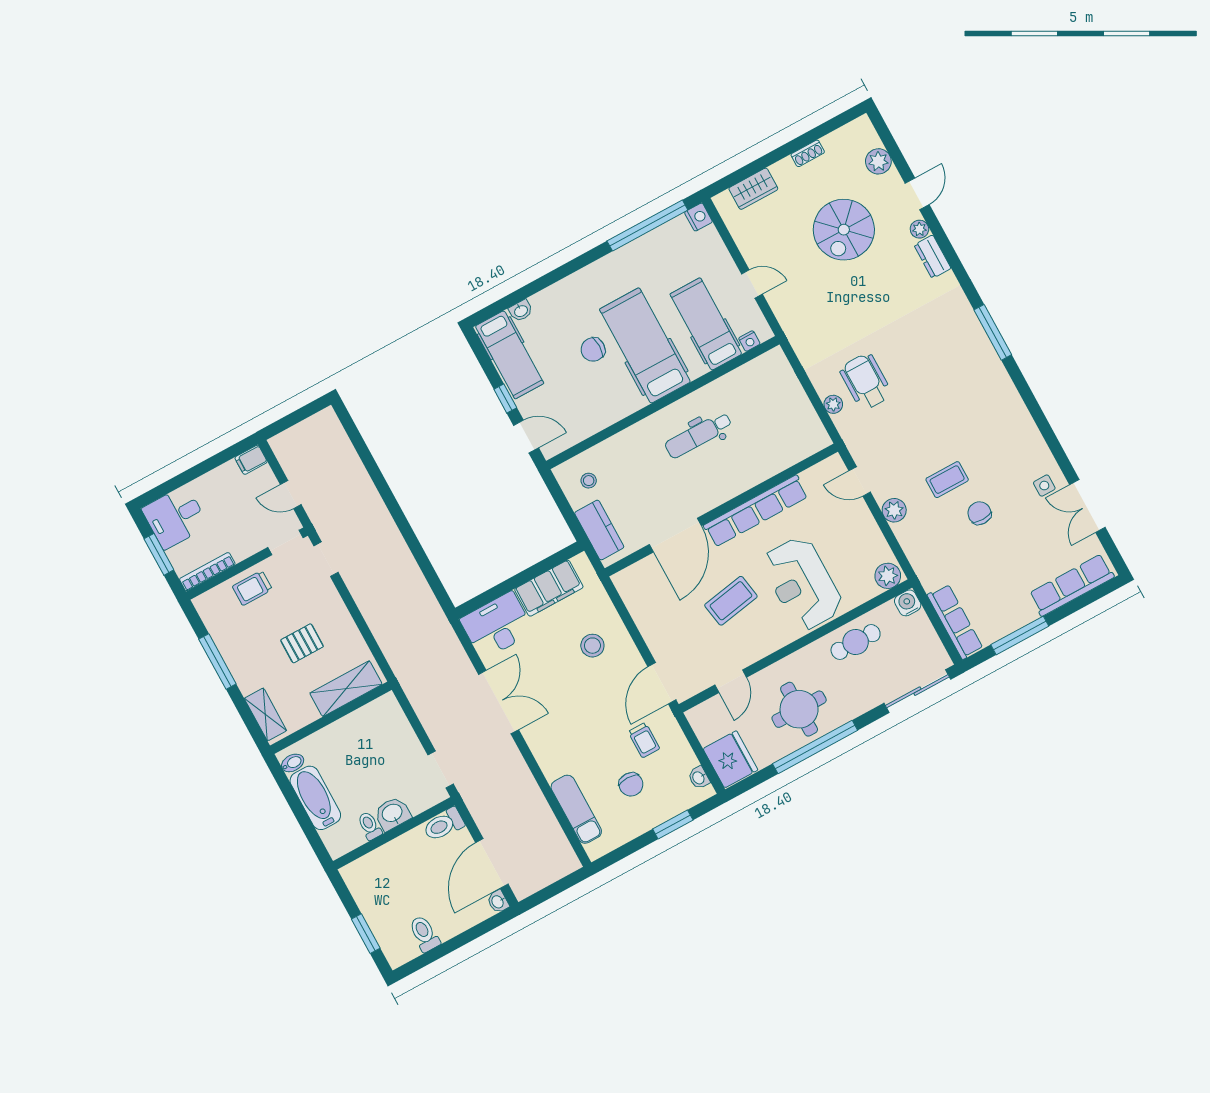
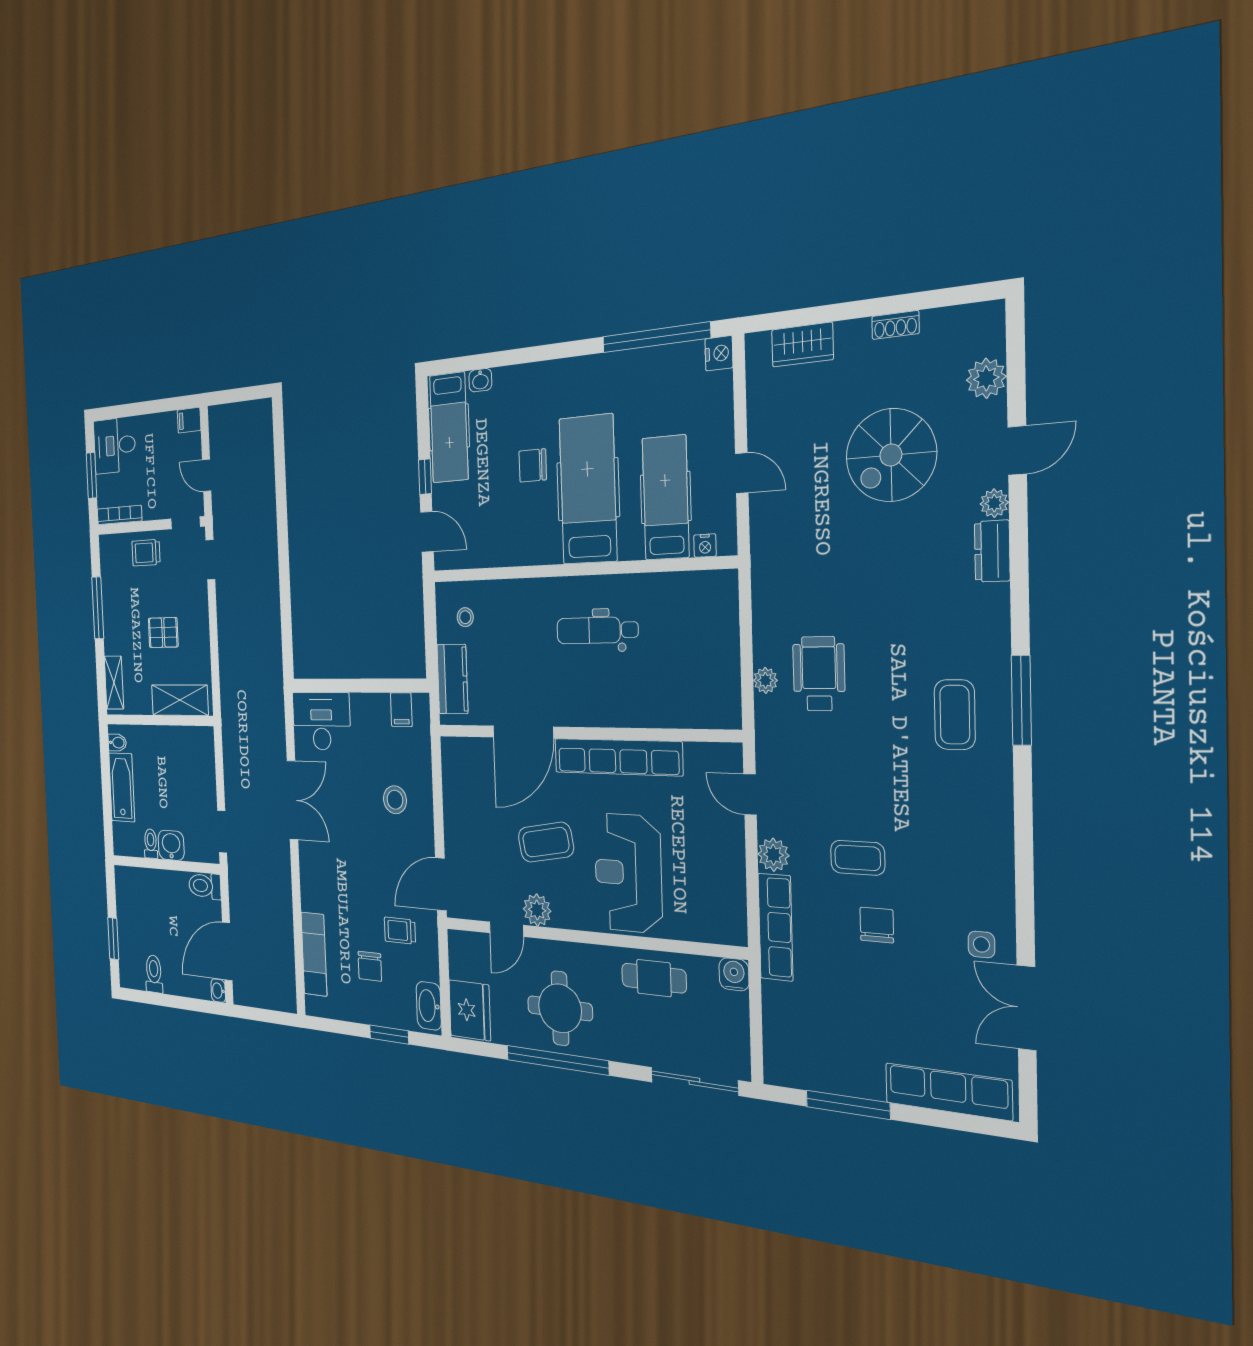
coffee table: (960, 361) -> (955, 715), added
plant: (888, 576) -> (537, 910), moved
filing cabinet: (549, 588) -> (401, 710), width x0.33, depth x0.86
row of seats: (955, 622) -> (775, 927), moved
trolley: (644, 740) -> (400, 931), turned 90
washbasin: (699, 778) -> (429, 1006), width x1.91, depth x1.45

